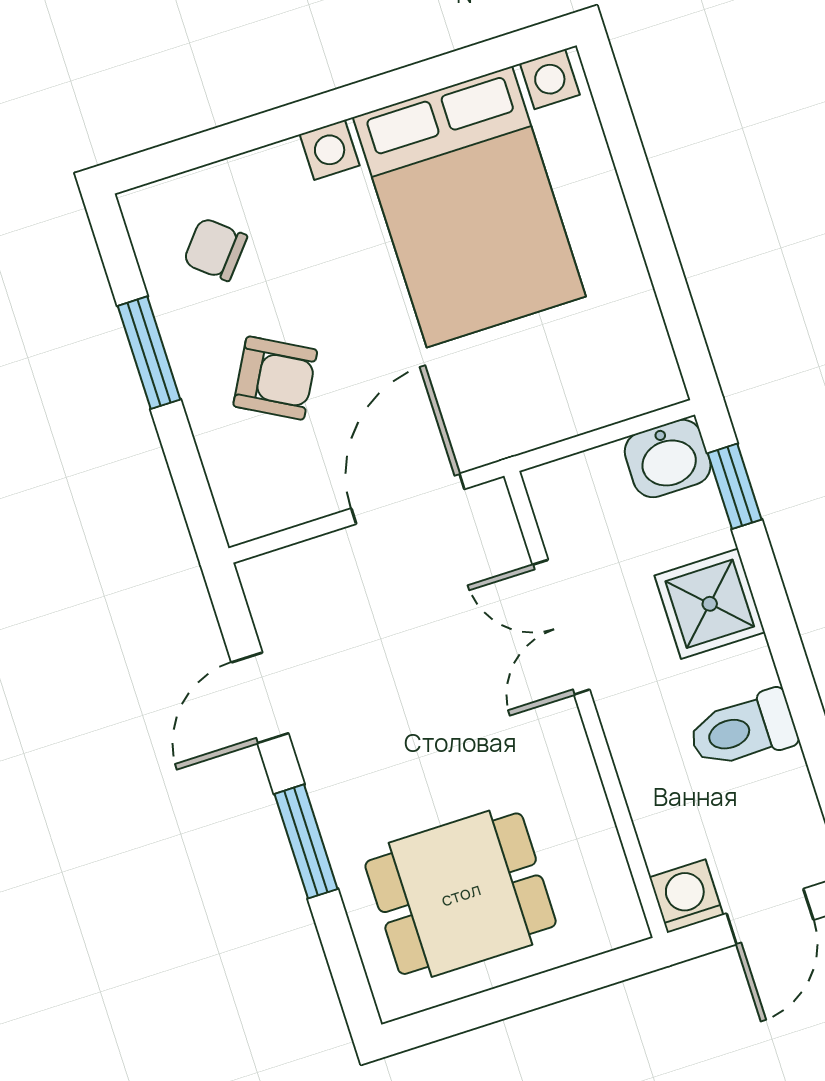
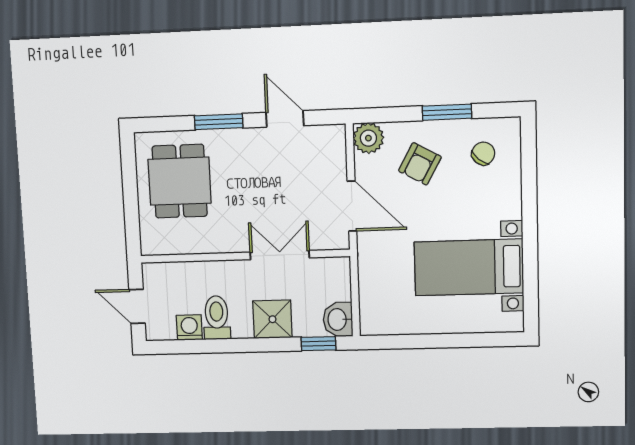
bed with nightstands: (469, 207) -> (469, 267), width x0.73
plant: (251, 505) -> (368, 138), added
washing machine: (686, 896) -> (189, 327), moved, turned -90

